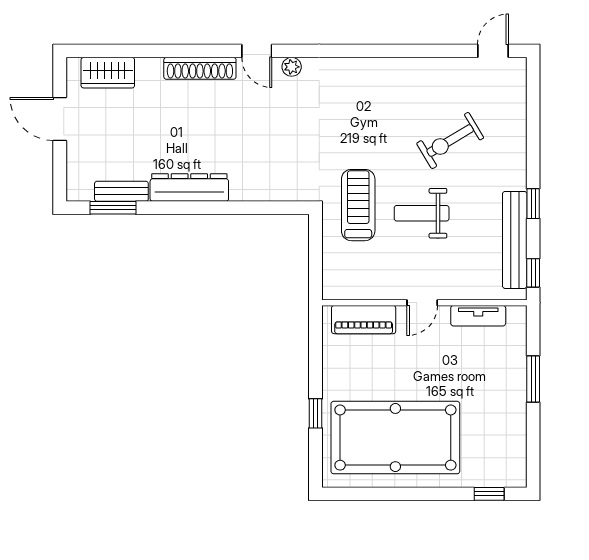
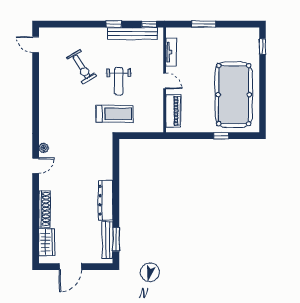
shoe rack: (200, 68) -> (44, 209), moved
bench: (121, 191) -> (107, 240), width x1.36
treadmill: (358, 205) -> (115, 114), turned 180

